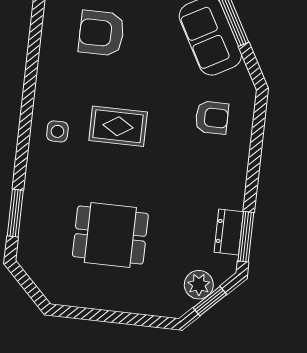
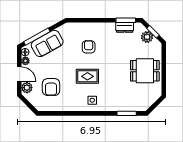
armchair: (212, 118) -> (89, 47), moved
rug: (118, 126) -> (87, 76), turned 90
dining table: (110, 235) -> (145, 71), moved, turned 90

